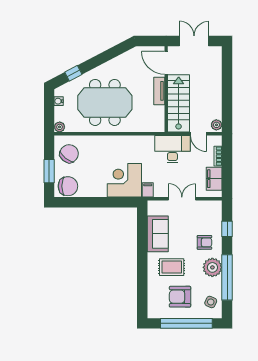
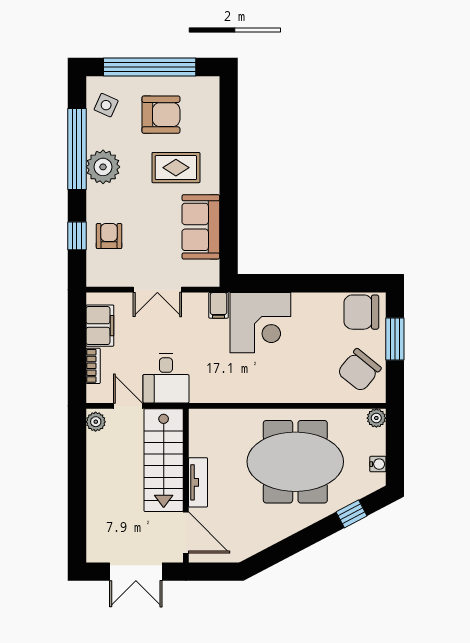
desk: (172, 149) -> (166, 378), width x0.73
armchair: (204, 242) -> (109, 236), moved, turned 90

